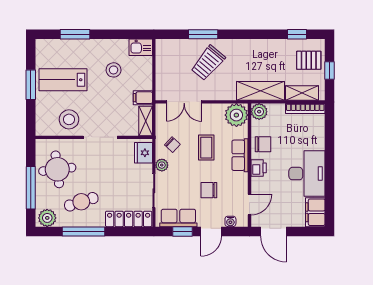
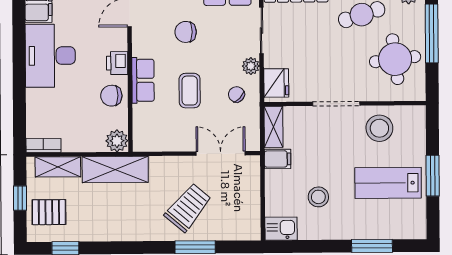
lab bench: (63, 80) -> (388, 183), turned 180
bookcase: (305, 109) -> (43, 146), width x0.64
plant: (236, 115) -> (148, 136), removed
chair: (209, 190) -> (186, 32), turned 180

